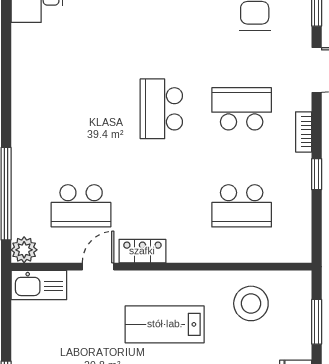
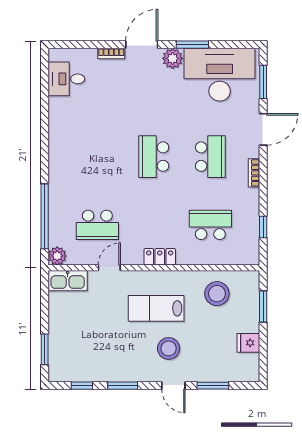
school desk: (242, 109) -> (210, 157), turned 90
window: (317, 174) -> (263, 227), moved
school desk: (242, 206) -> (210, 225), turned 180
locker: (142, 251) -> (160, 257), moved

